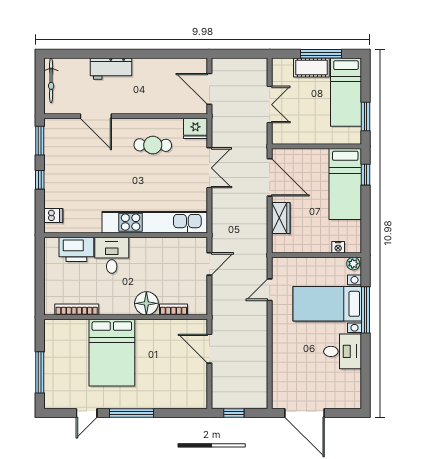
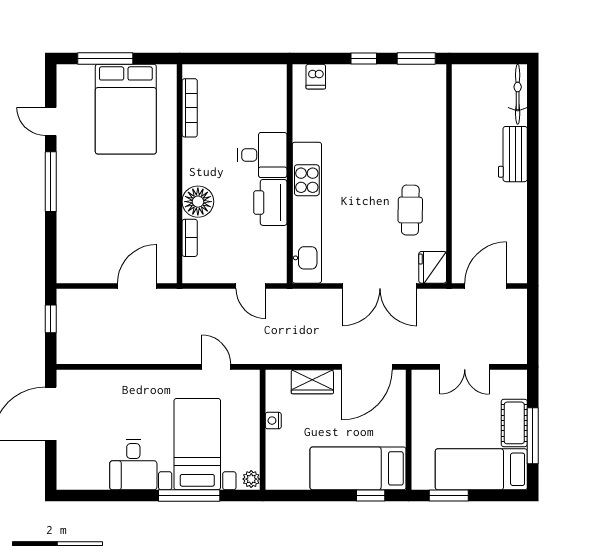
bicycle: (51, 80) -> (518, 94), moved, turned 90
door: (96, 116) -> (449, 134), removed
double door: (209, 168) -> (380, 286), width x1.37
nightstand: (338, 247) -> (273, 421), moved
printer: (76, 249) -> (270, 202), moved
bed: (112, 353) -> (126, 109), moved, turned -90

